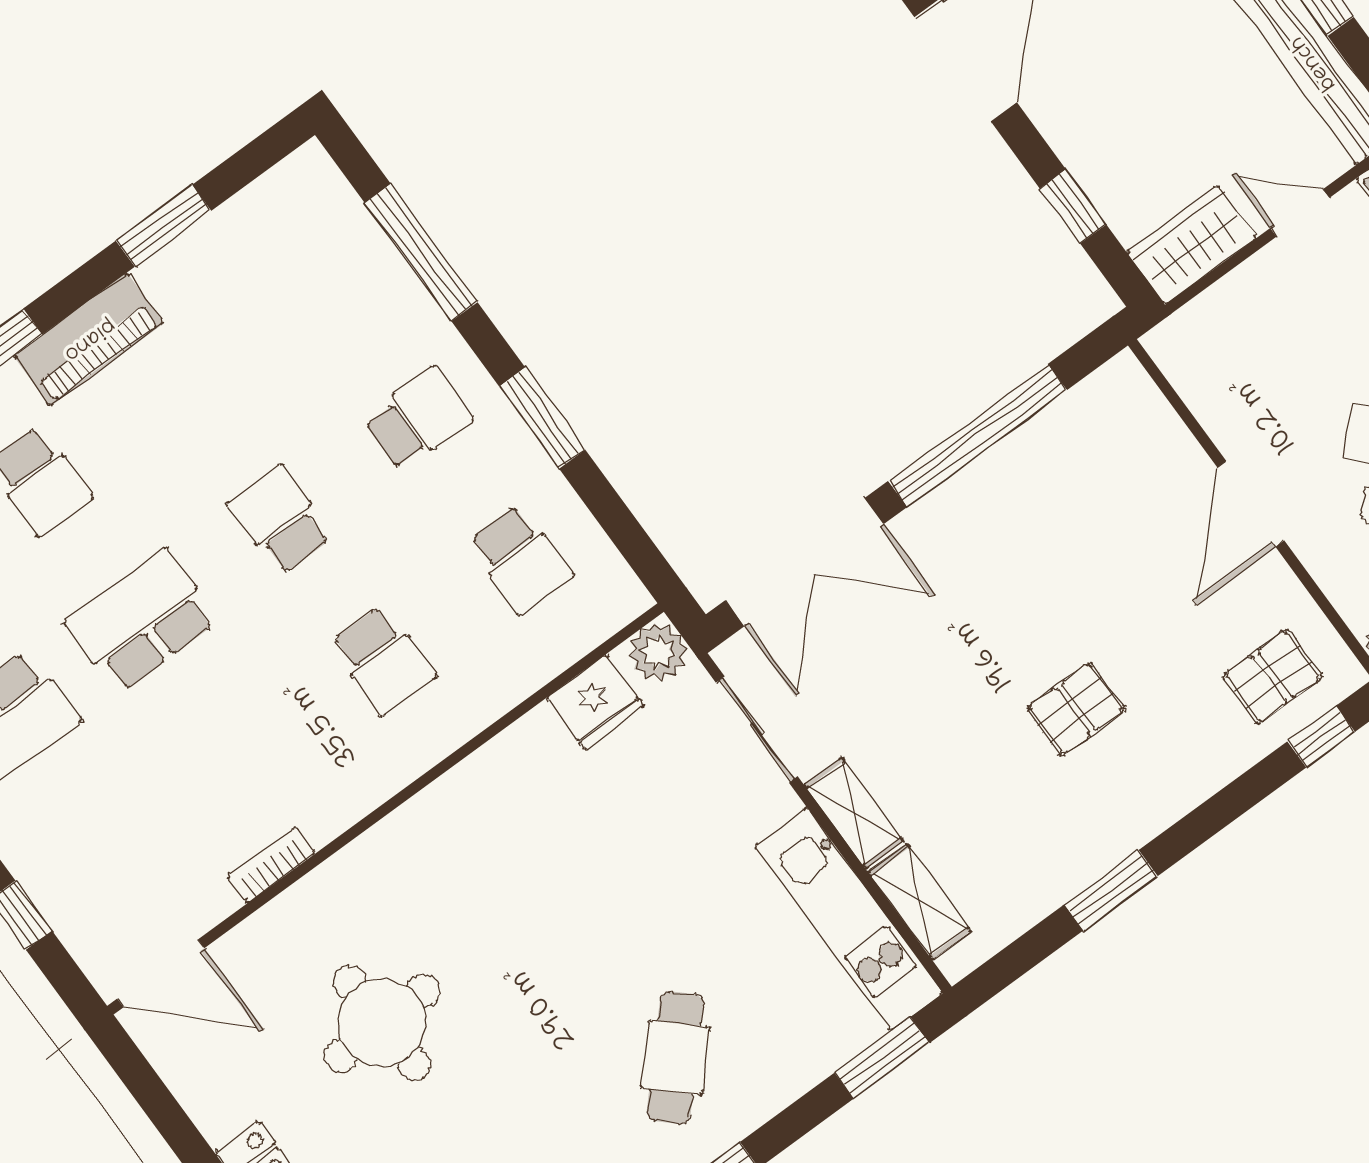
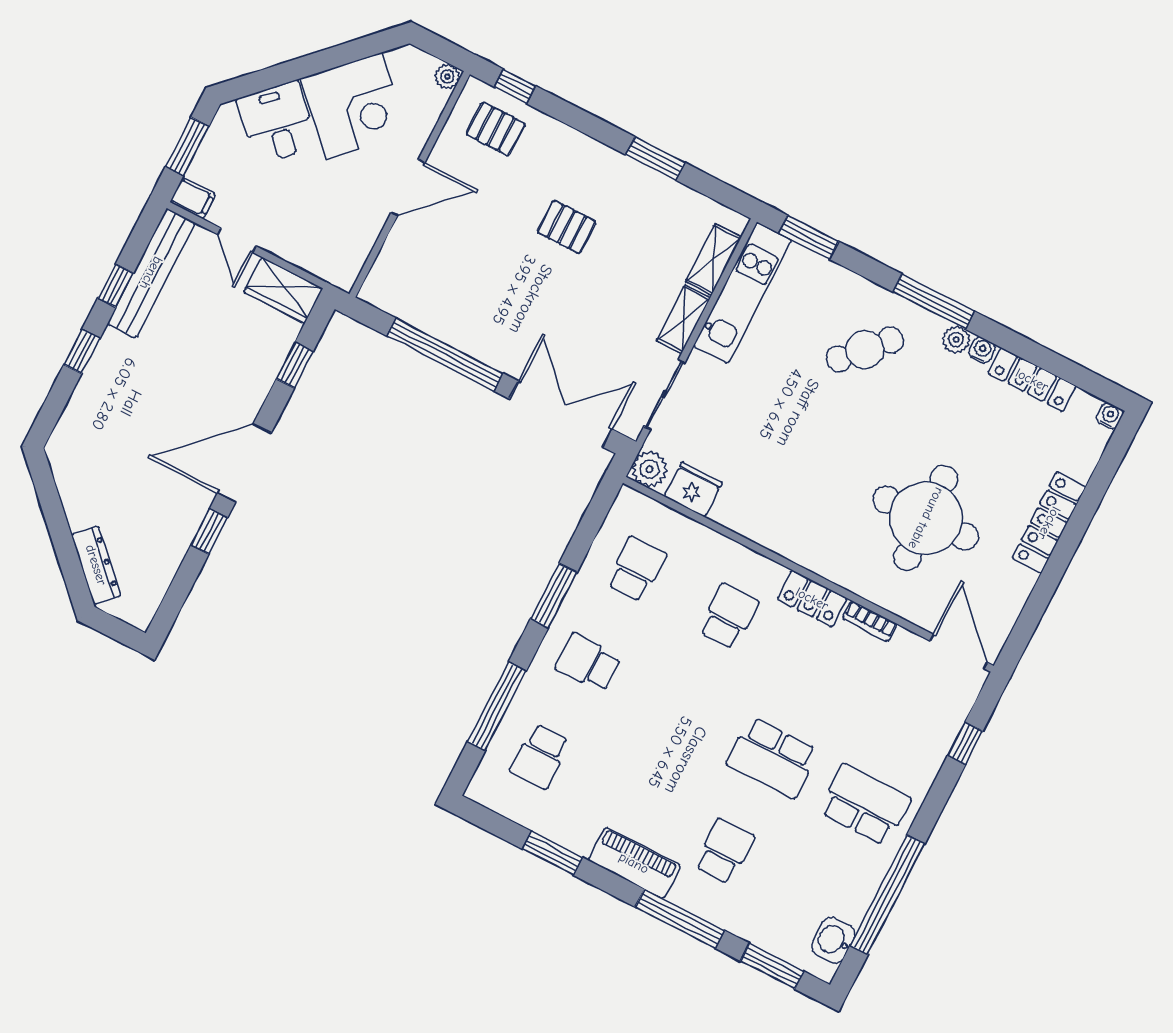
school desk: (280, 520) -> (540, 756), moved
locker: (347, 797) -> (812, 599), added
round table: (382, 1023) -> (926, 518), width x1.36, depth x1.36

